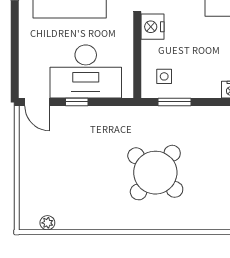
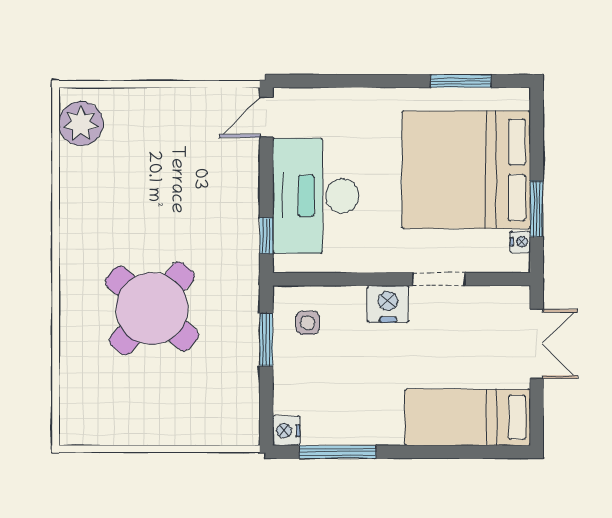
window: (77, 102) -> (266, 236), moved
plant: (47, 223) -> (81, 123), width x1.88, depth x1.88

